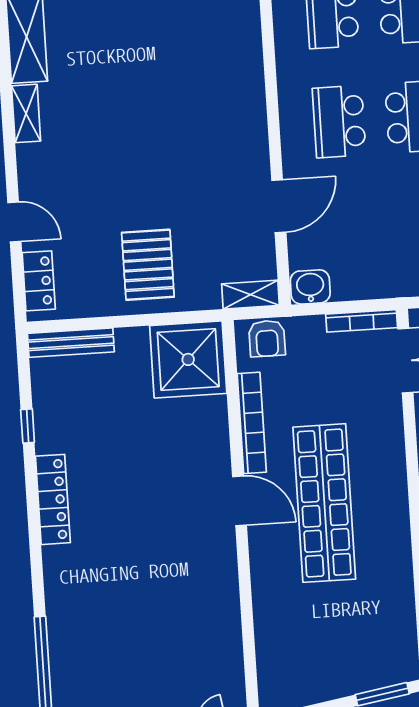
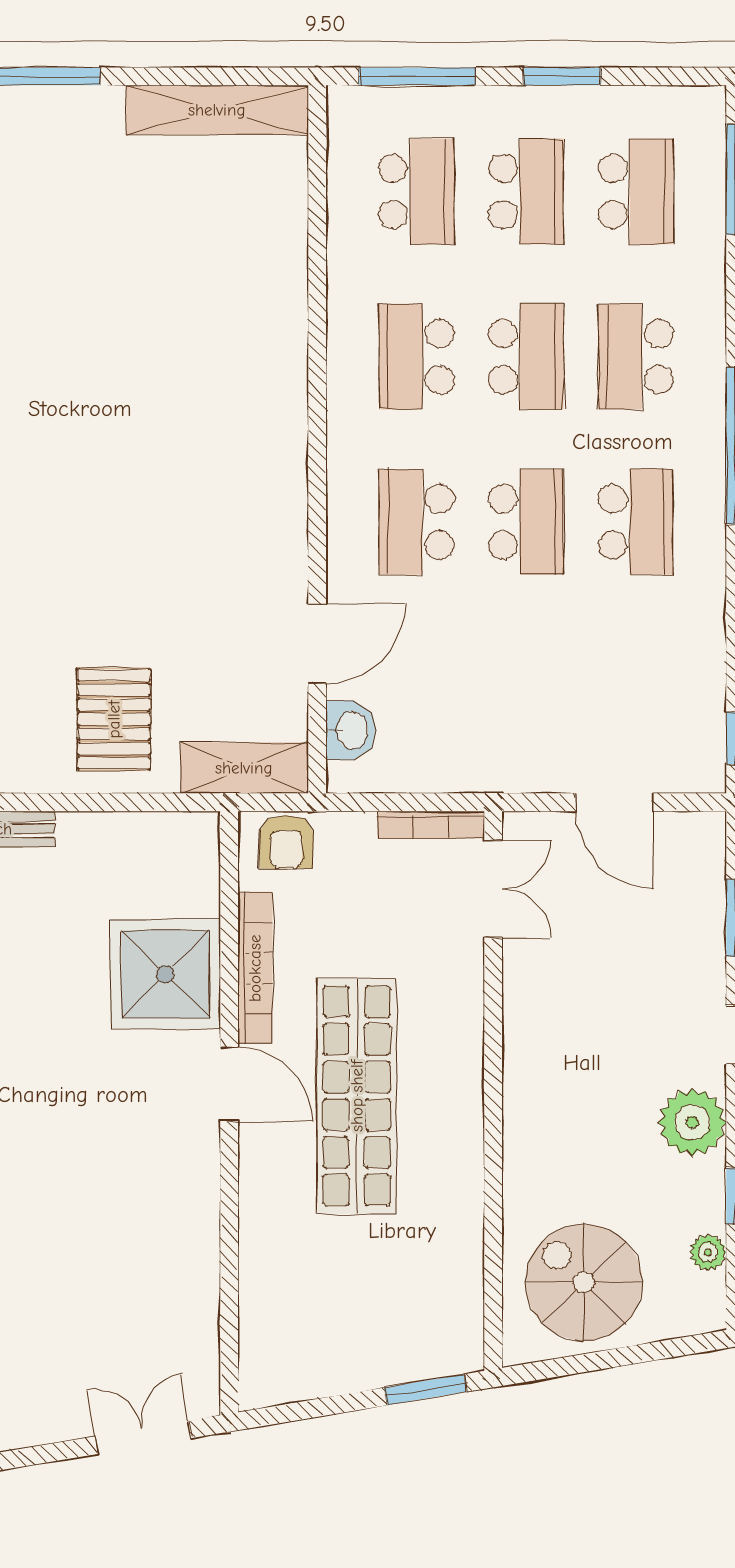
washbasin: (310, 287) -> (351, 730), moved, turned 90
shelving: (250, 295) -> (244, 768), width x1.50, depth x1.33
shower: (188, 359) -> (165, 974), moved

